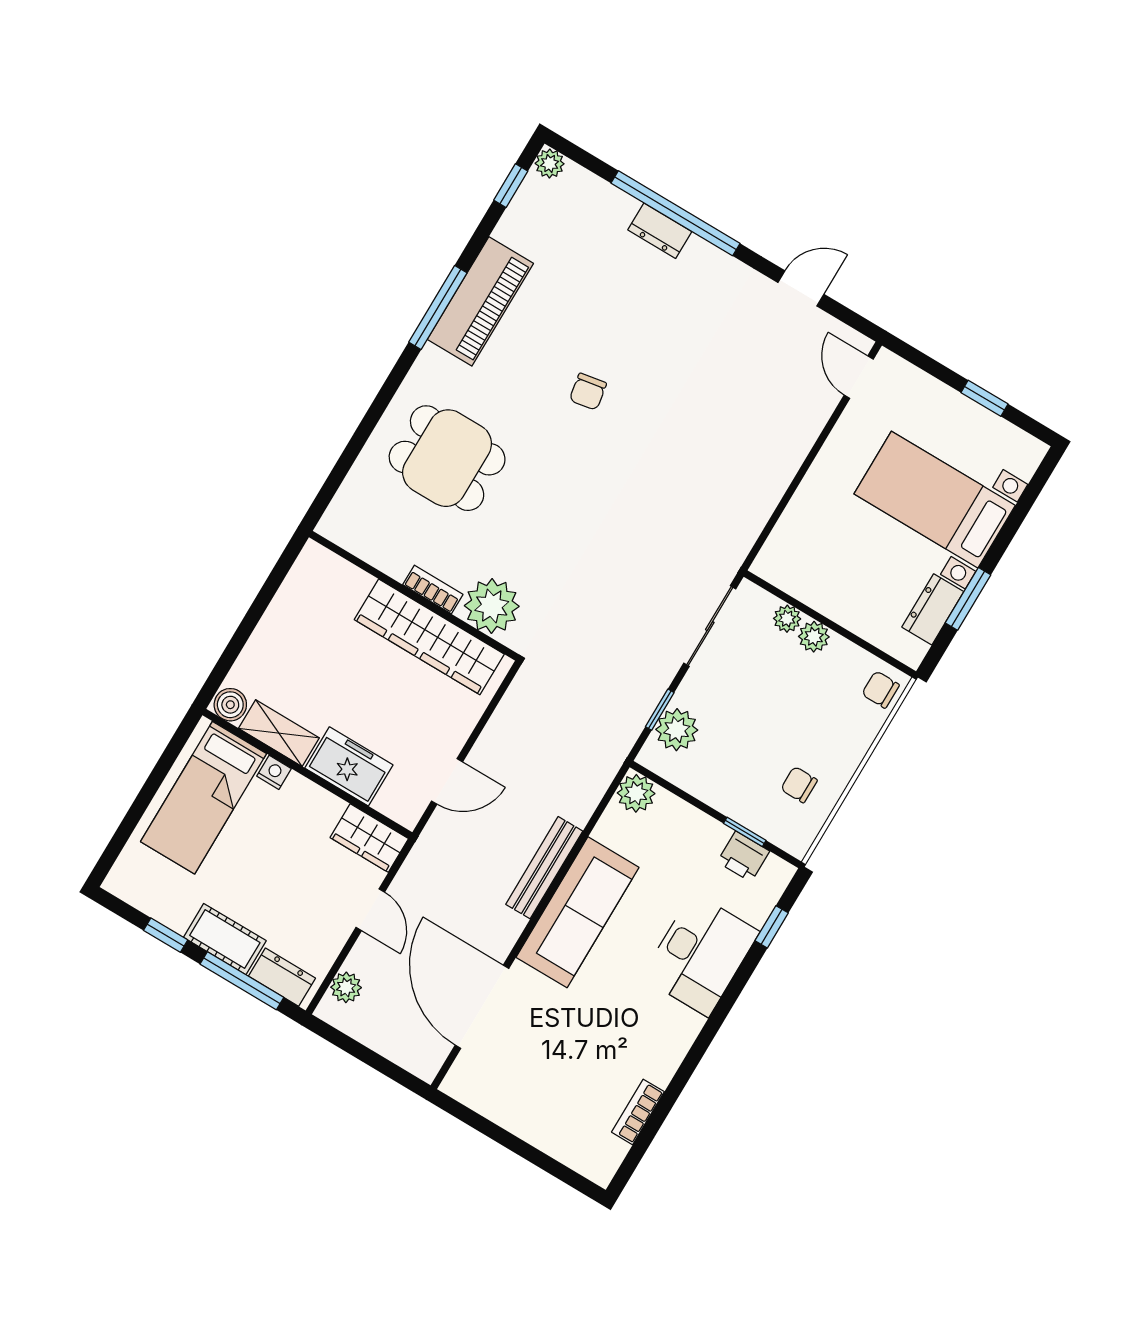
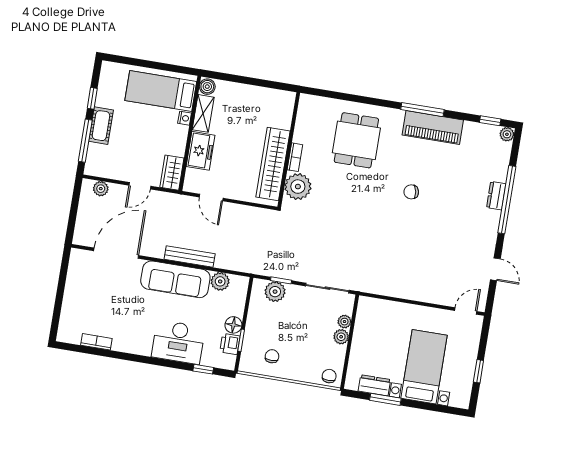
plant: (636, 793) -> (220, 281), moved
floor lamp: (709, 835) -> (233, 325), added
dresser: (282, 977) -> (94, 158), removed

